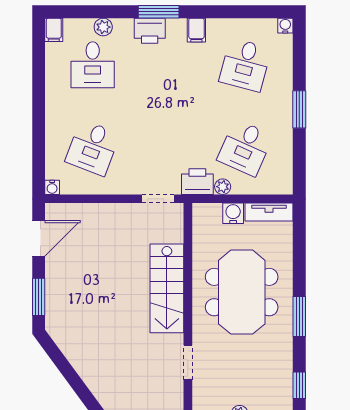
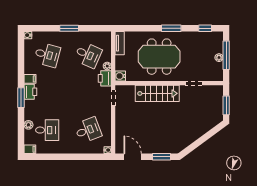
printer: (150, 31) -> (30, 92), moved
desk: (93, 148) -> (88, 130), turned -42
water cooler: (233, 213) -> (120, 76), moved

